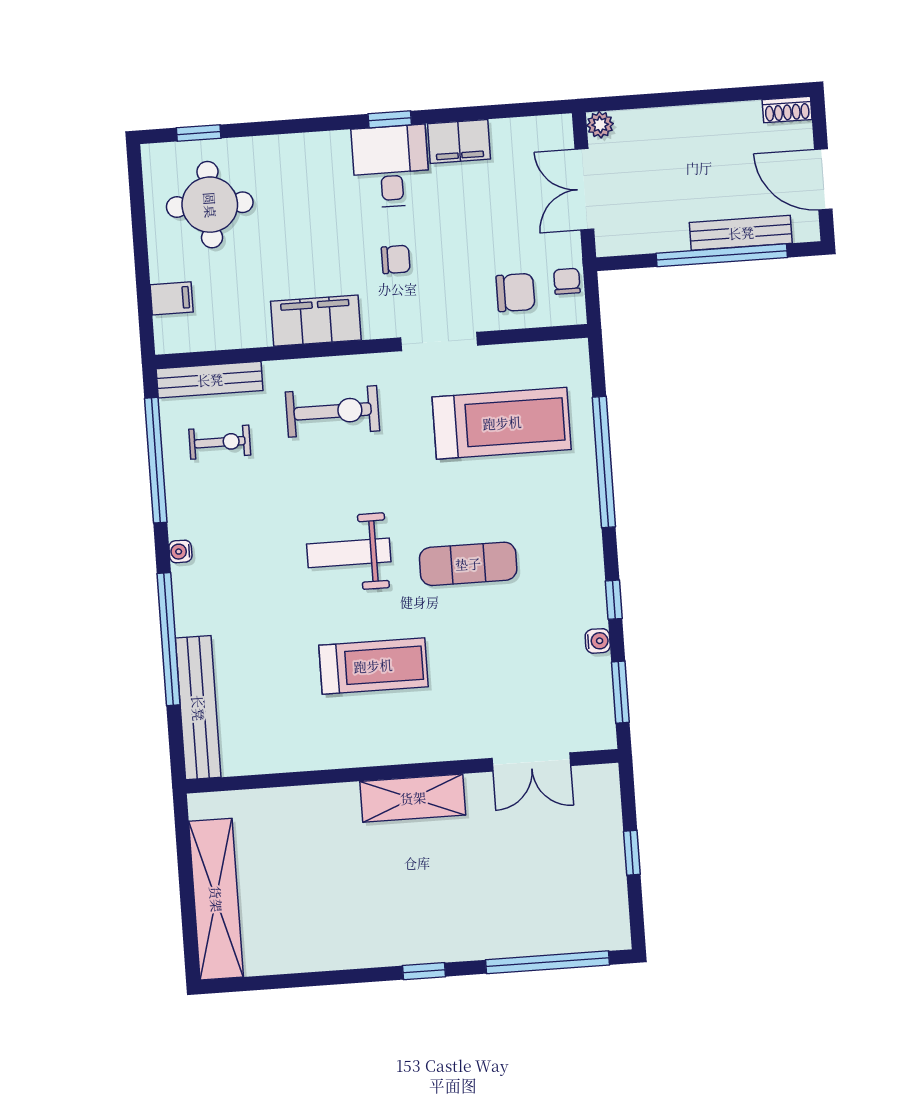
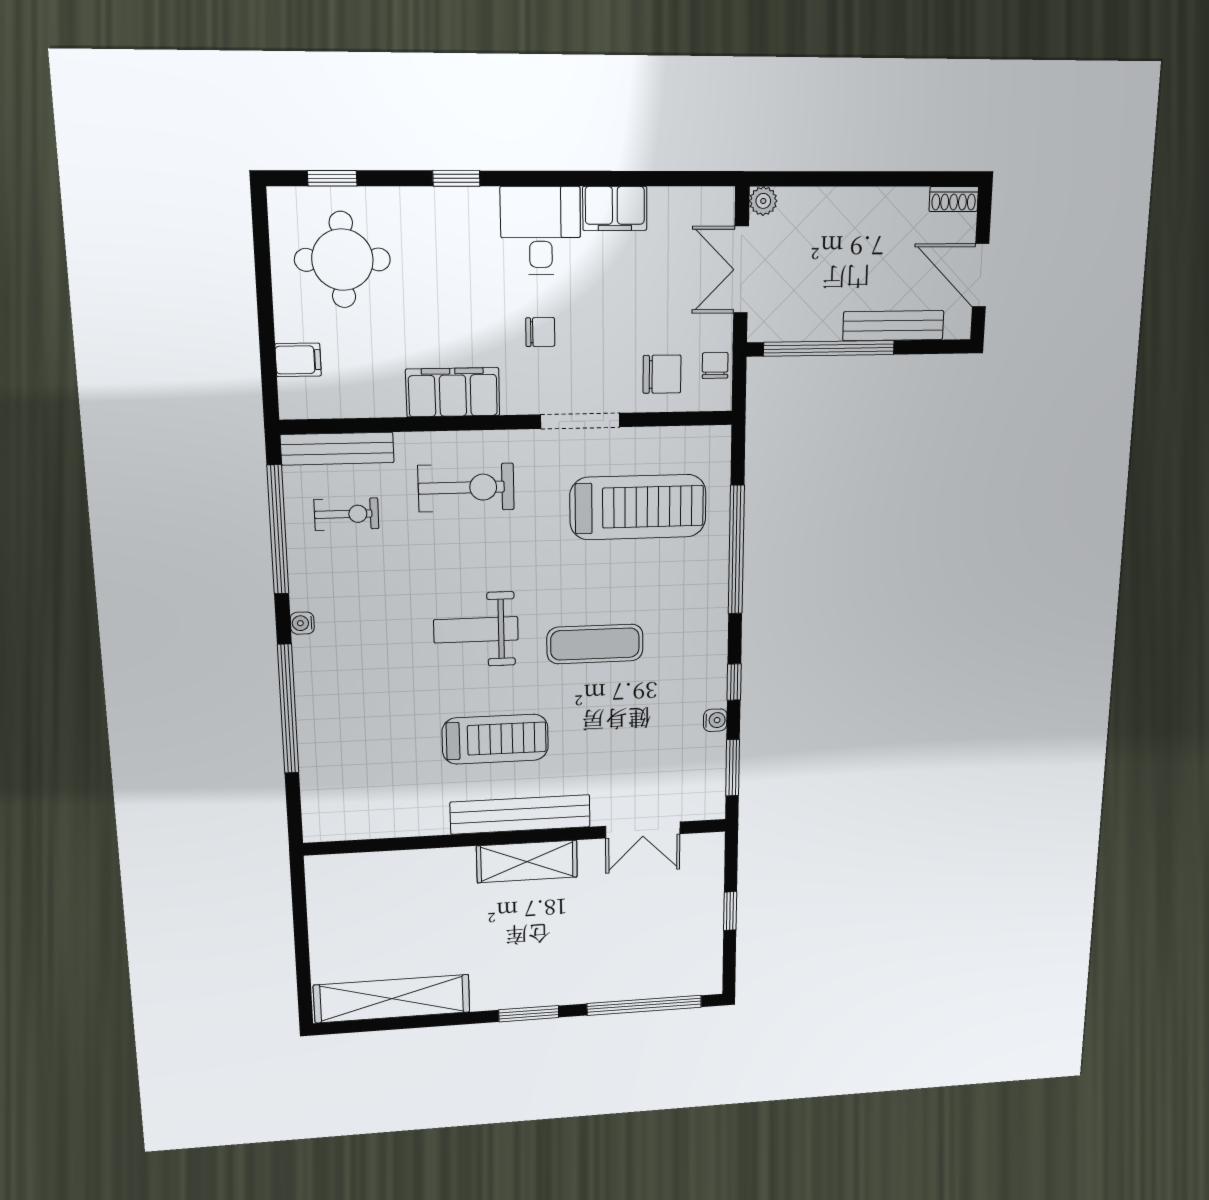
window: (390, 119) -> (456, 178), moved
window: (722, 255) -> (829, 348), moved
bench: (198, 708) -> (520, 814), moved, turned 90
shelving: (216, 899) -> (392, 999), moved, turned 90
window: (424, 971) -> (529, 1014), width x1.50

